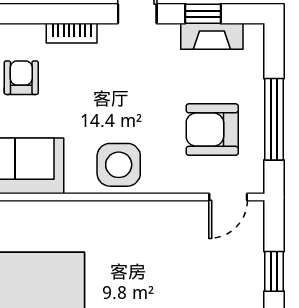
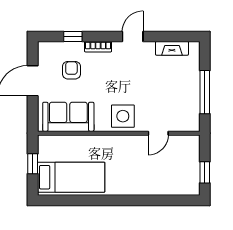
window: (203, 14) -> (73, 36), moved
armchair: (212, 130) -> (172, 98), removed
door: (228, 197) -> (158, 133), moved

